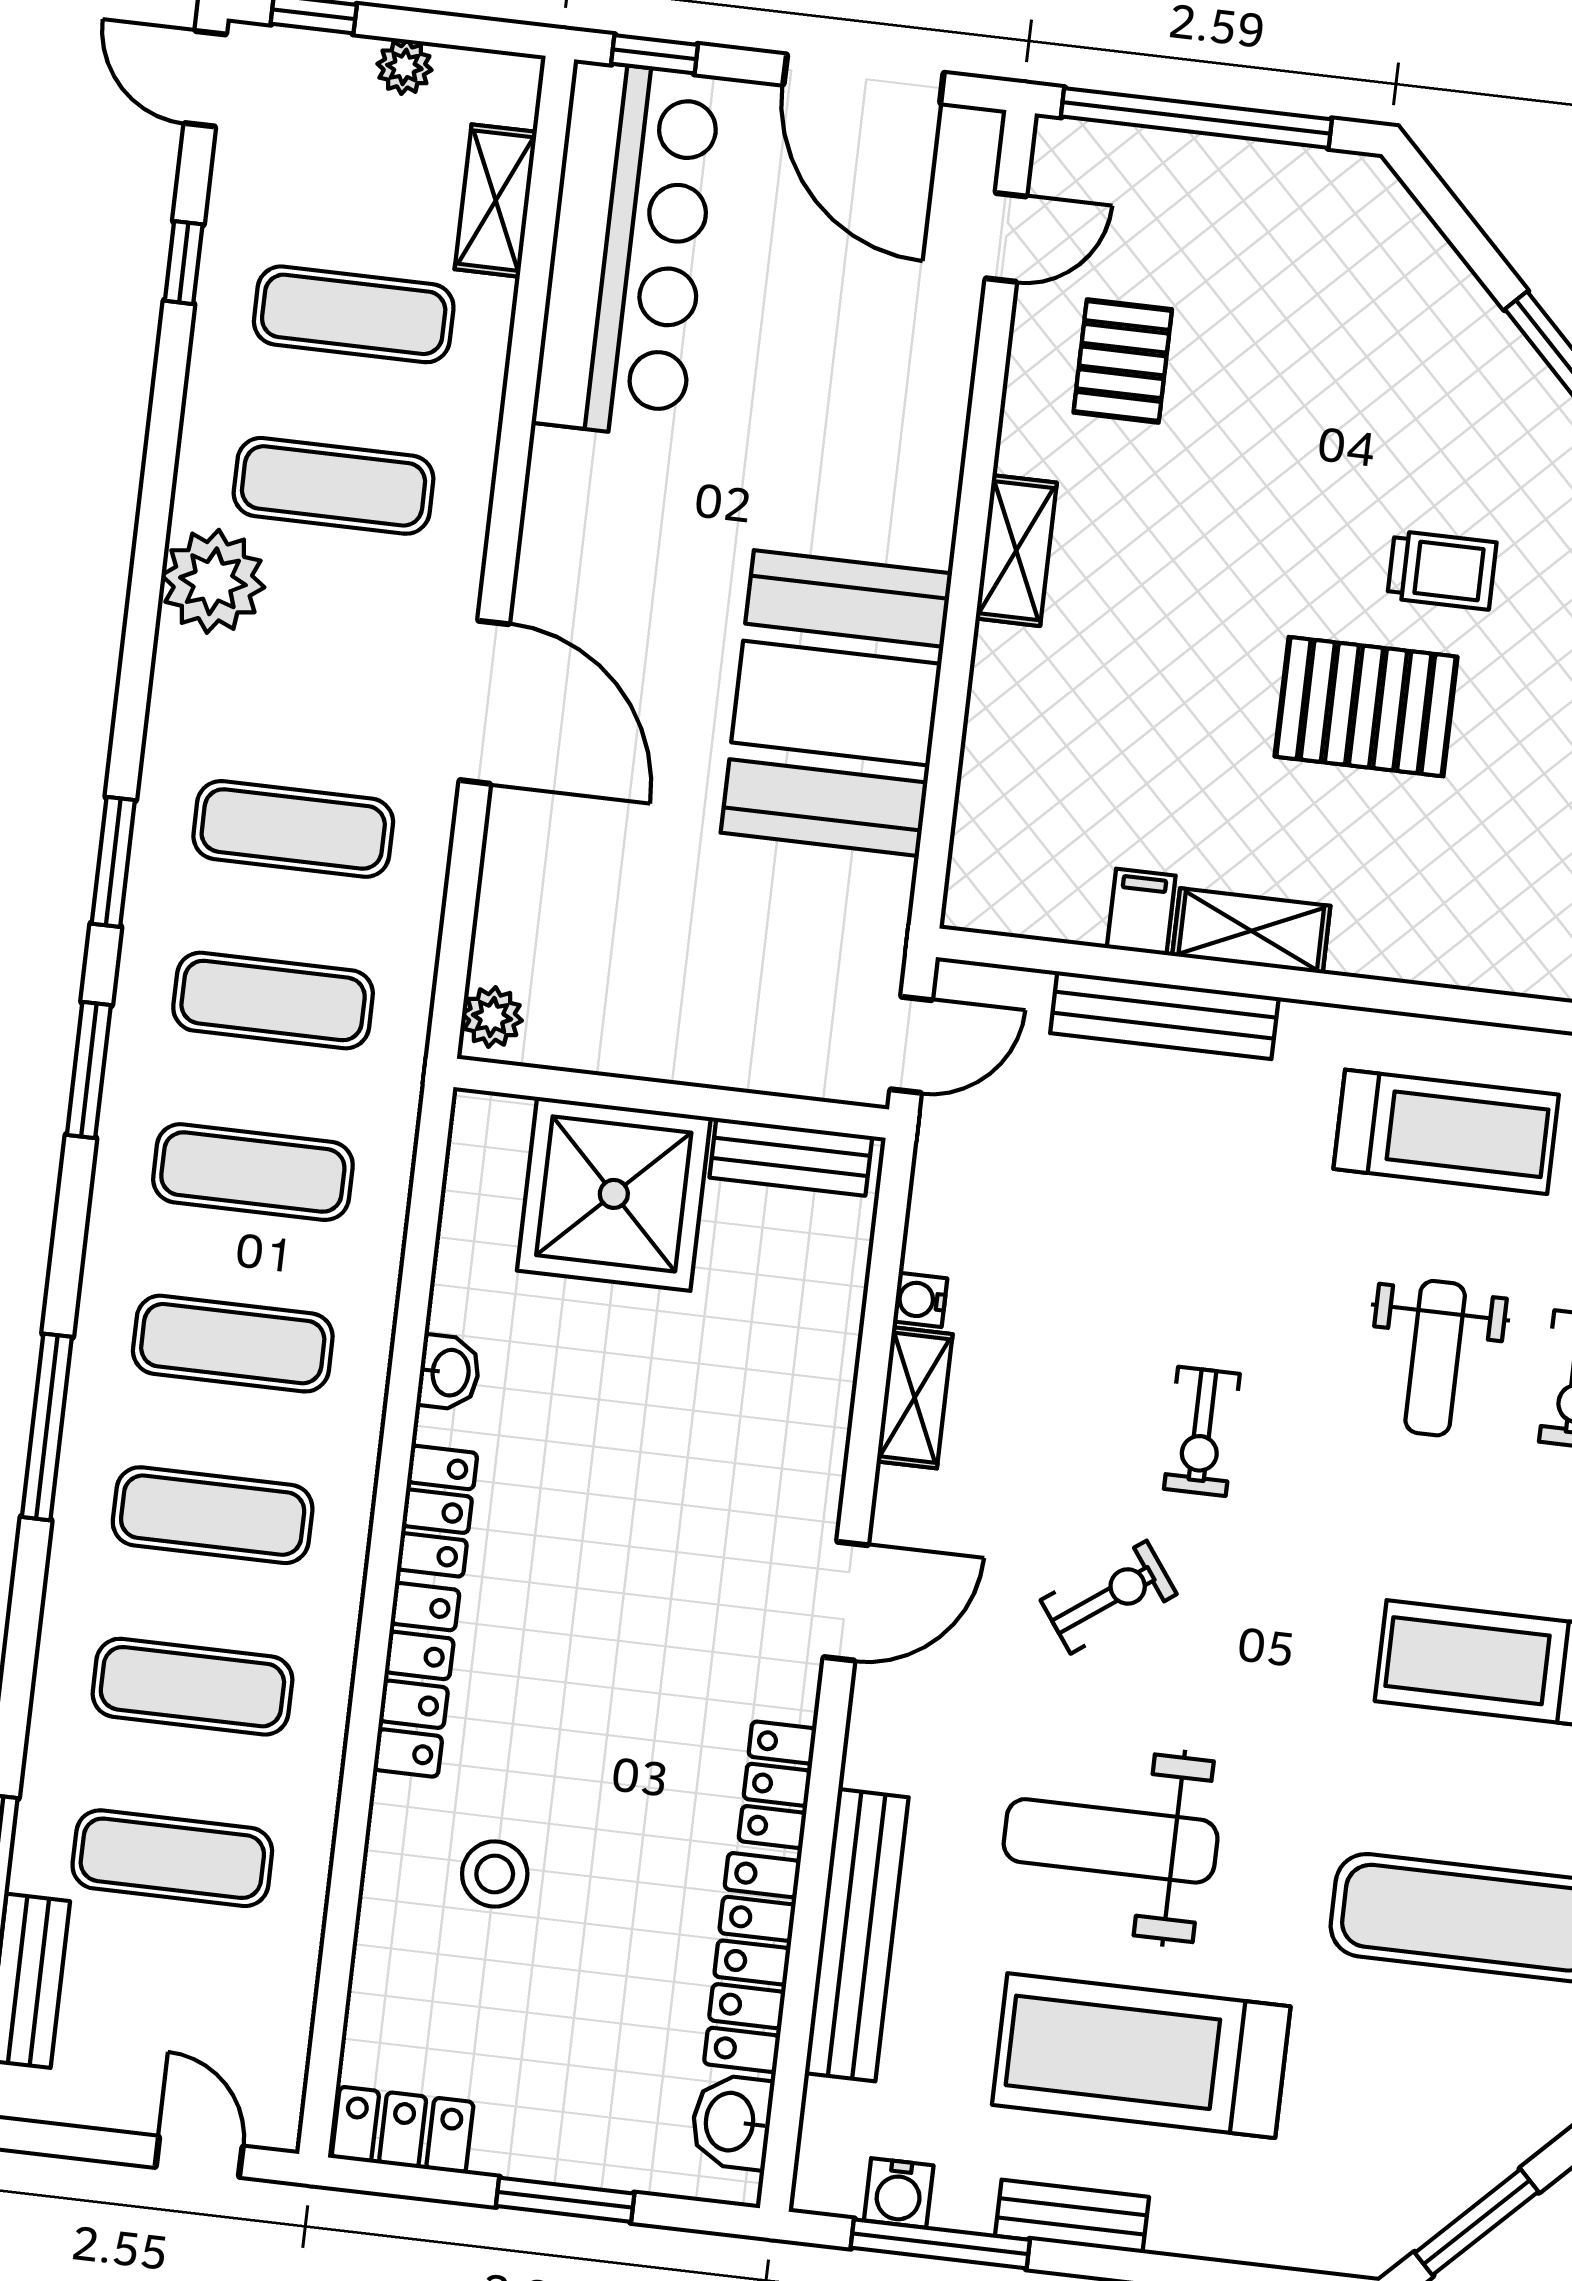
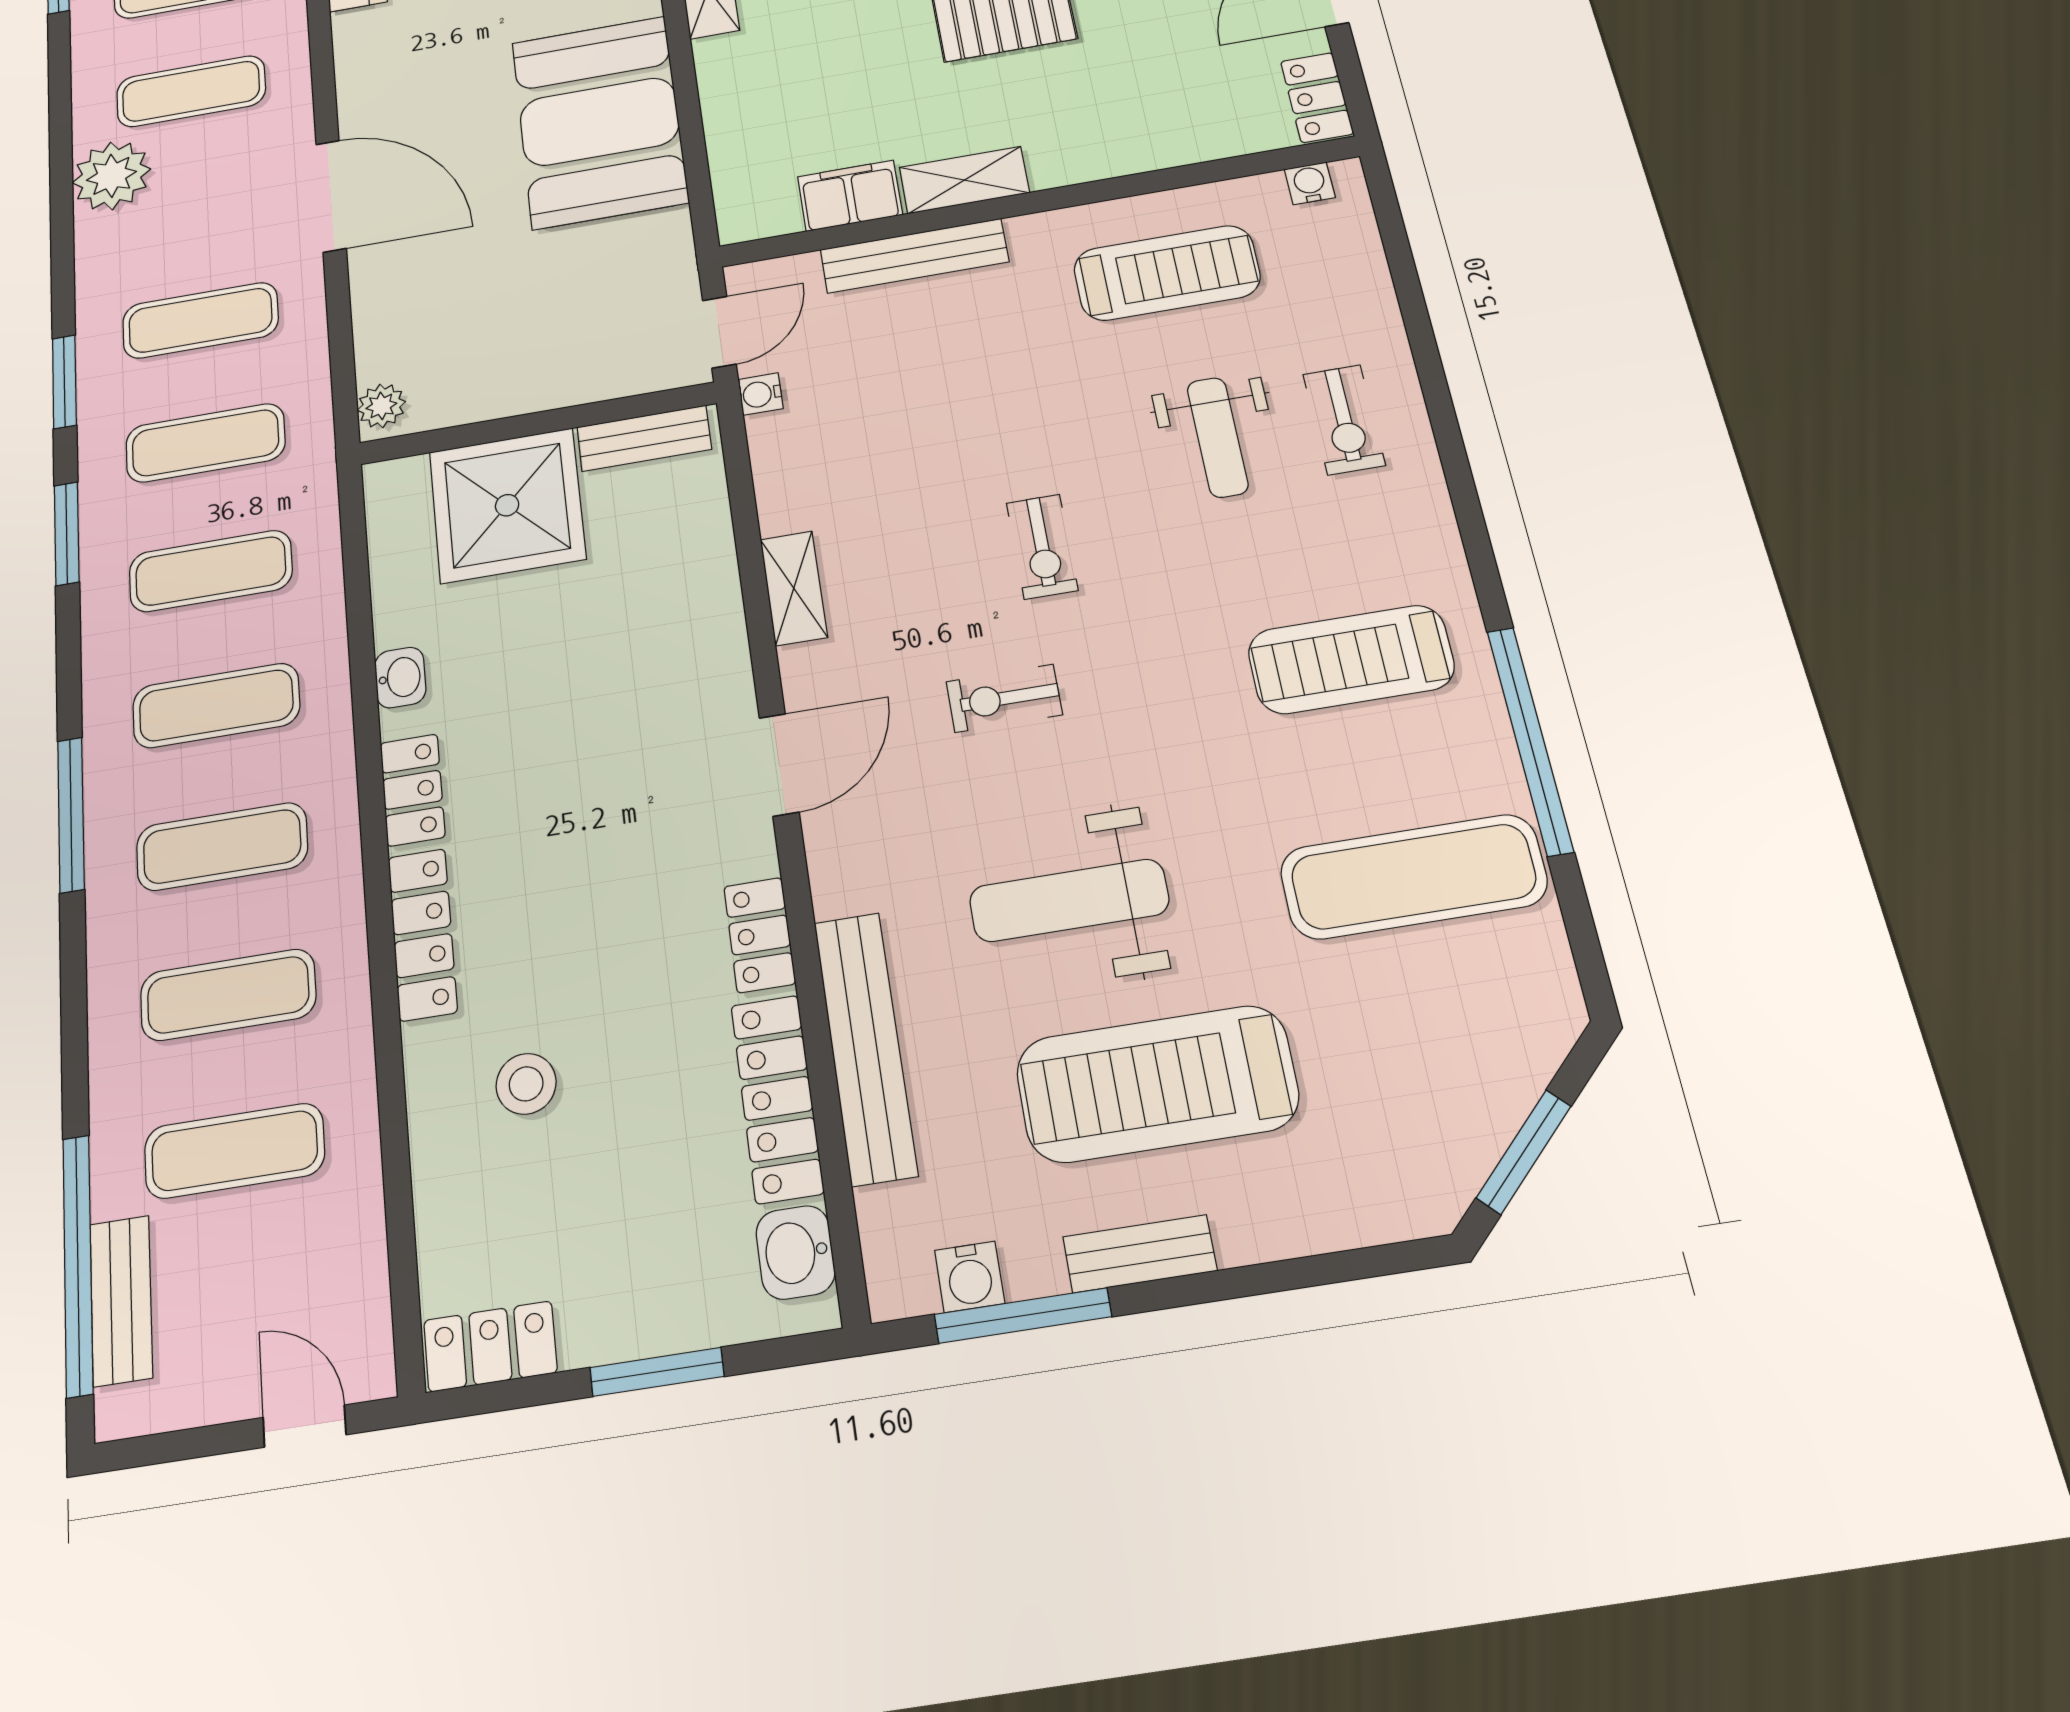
filing cabinet: (1141, 912) -> (850, 196), width x2.00
water cooler: (920, 1300) -> (760, 394), moved
exercise bike: (1109, 1597) -> (1004, 698), turned -144

